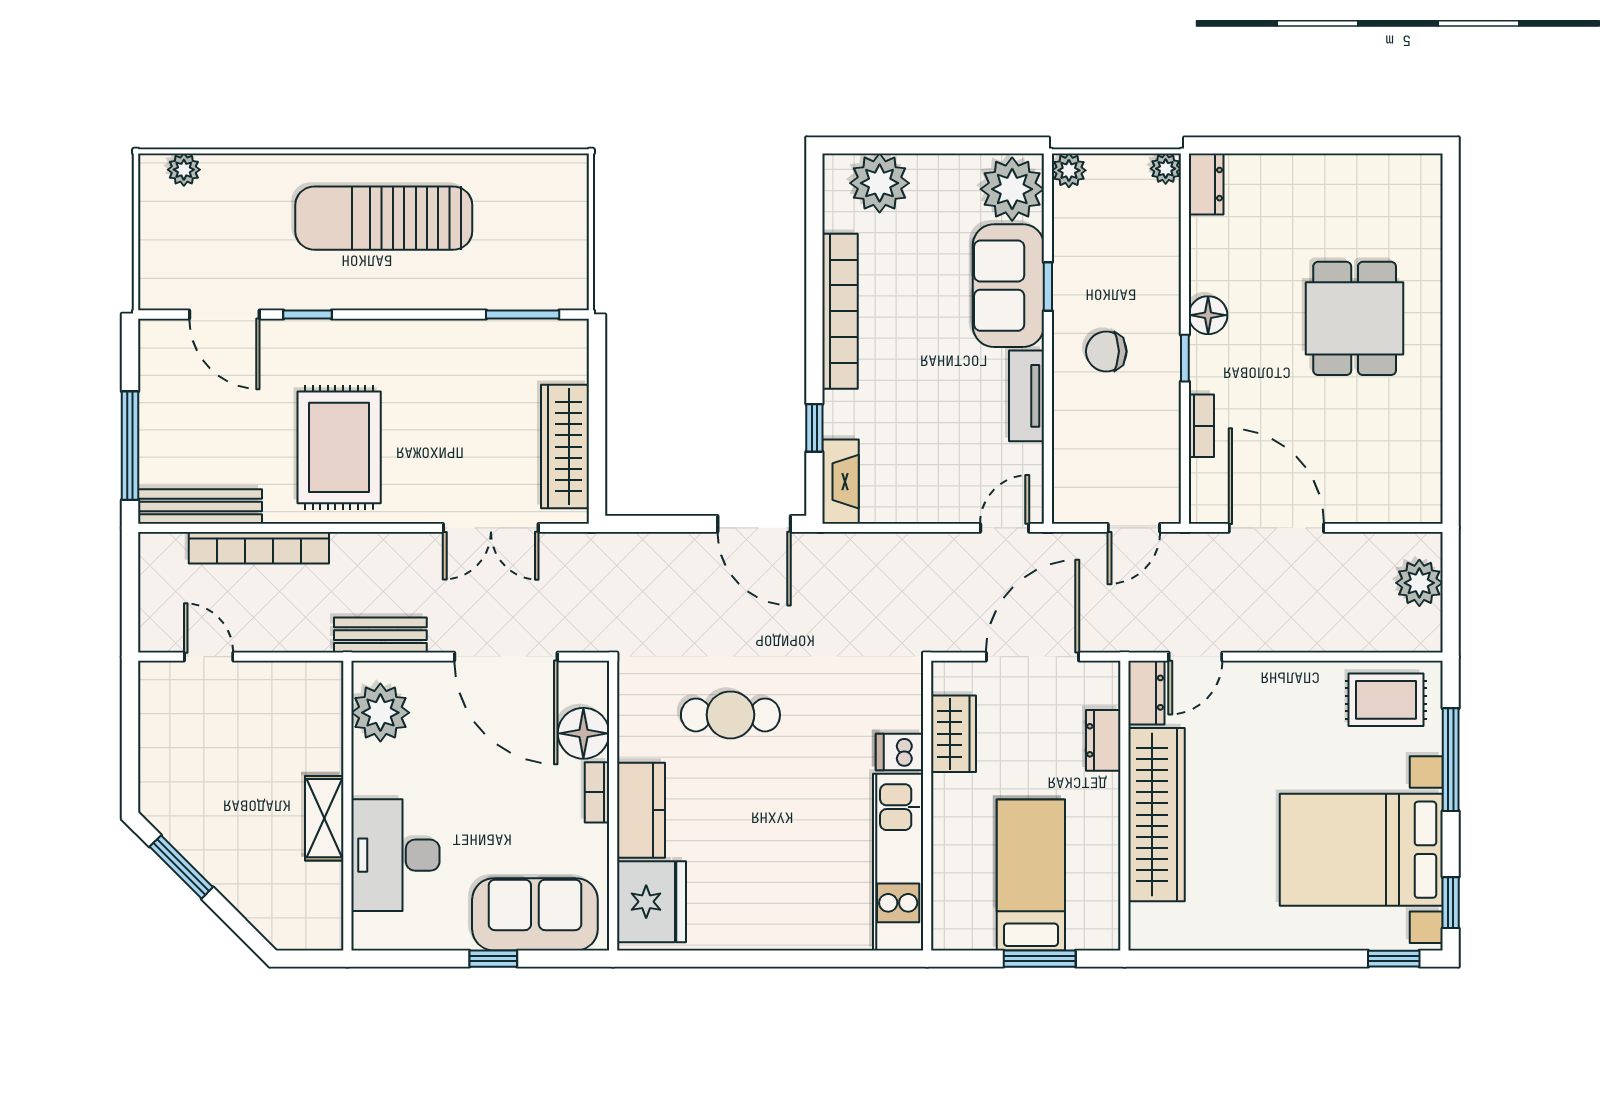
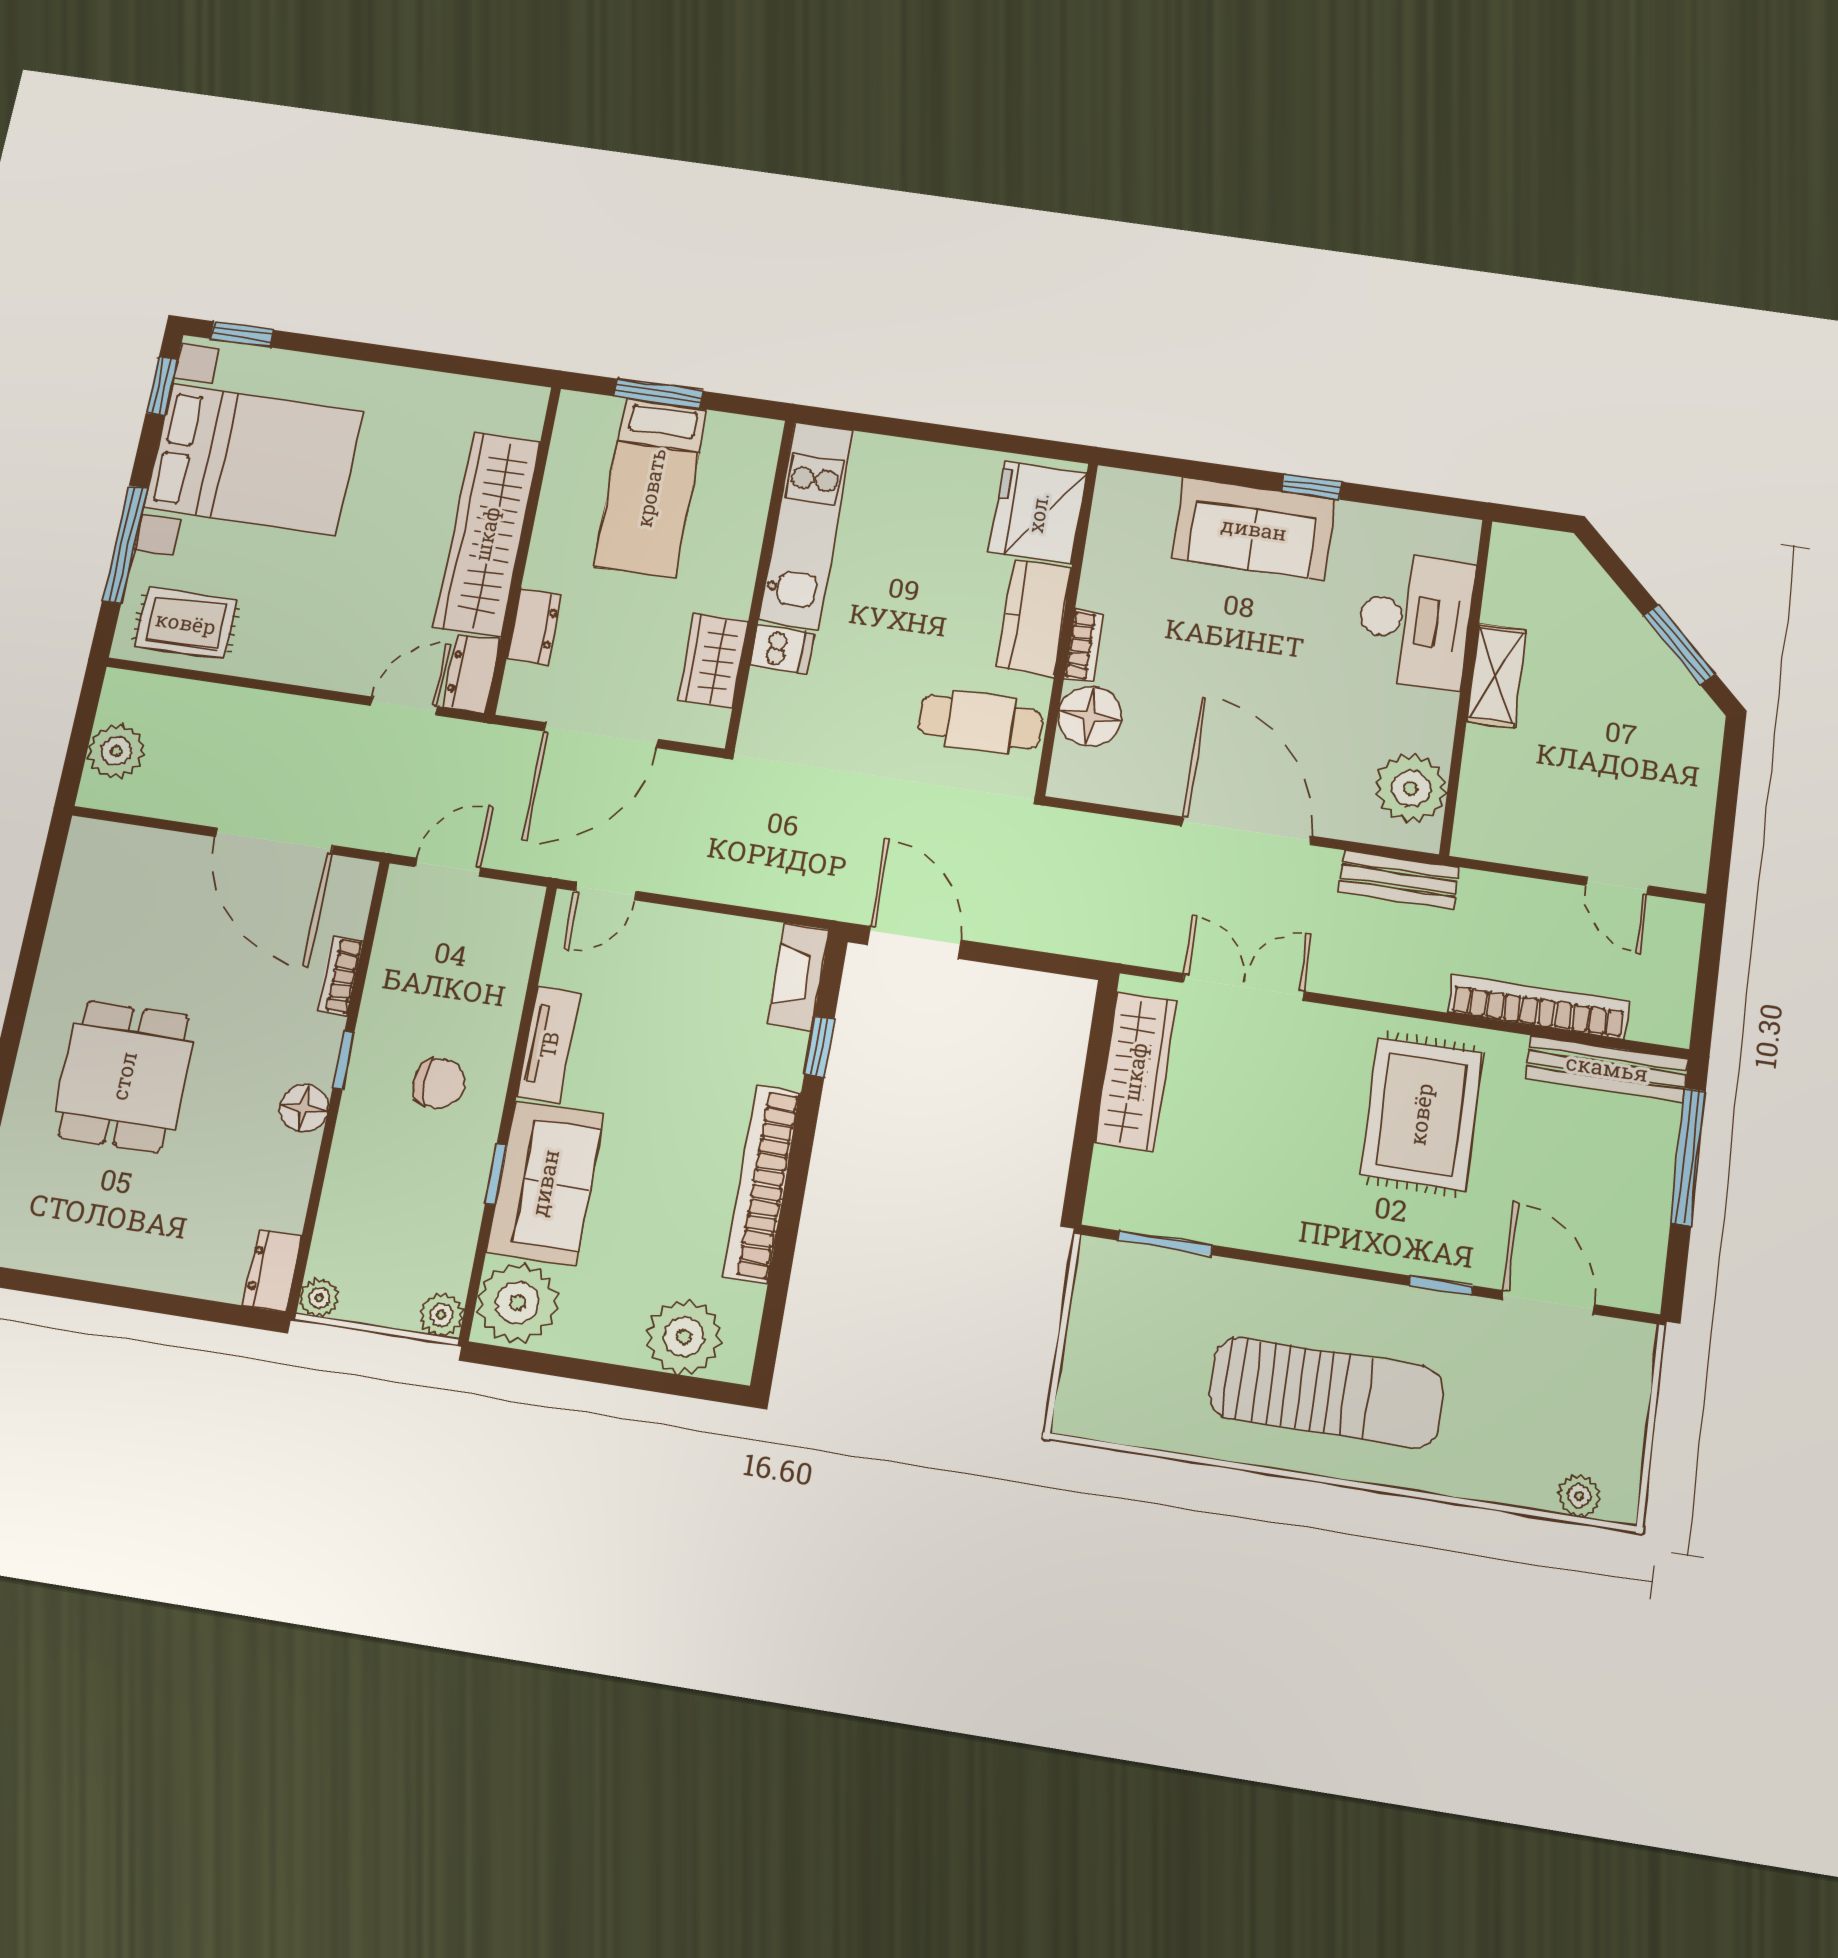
floor lamp: (583, 733) -> (1090, 716), moved
bookcase: (597, 792) -> (1084, 646), moved
wall: (613, 806) -> (1067, 628), moved
kitchen counter: (641, 810) -> (1034, 618), moved
fridge: (652, 902) -> (1038, 513), moved

